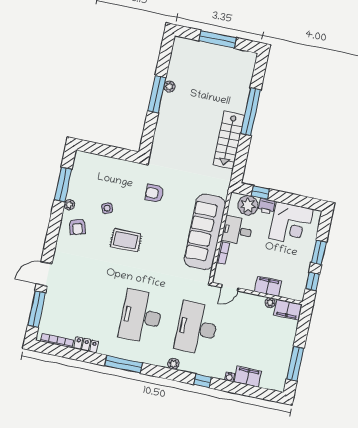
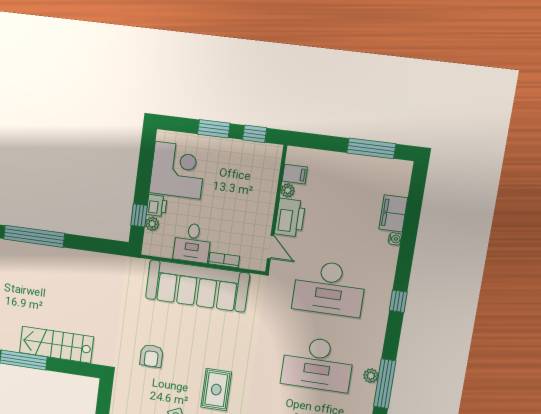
plant: (169, 87) -> (12, 344), removed
stairs: (229, 140) -> (56, 345), moved, turned 180
plant: (248, 205) -> (152, 224), width x0.53, depth x0.53
filing cabinet: (268, 286) -> (265, 195), removed
printer: (250, 303) -> (290, 218), added
filing cabinet: (287, 310) -> (295, 174), width x0.50
plant: (173, 364) -> (371, 376), moved
window: (202, 381) -> (398, 301), moved

